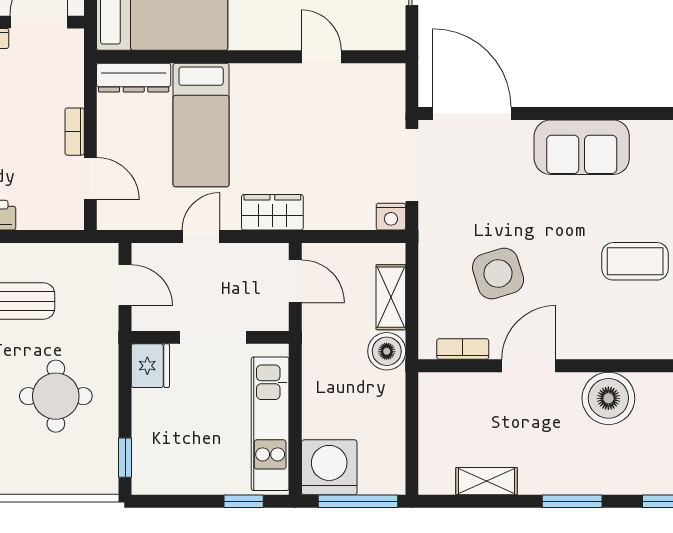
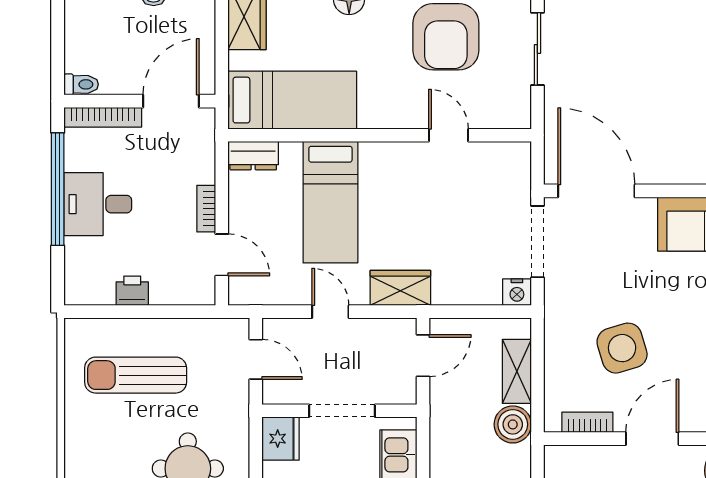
dresser: (134, 78) -> (253, 156), width x0.70
door: (201, 236) -> (330, 312), hinge flipped
door: (295, 281) -> (423, 356), hinge flipped

